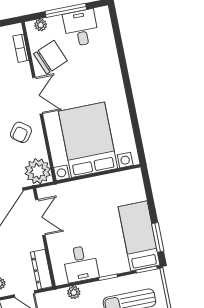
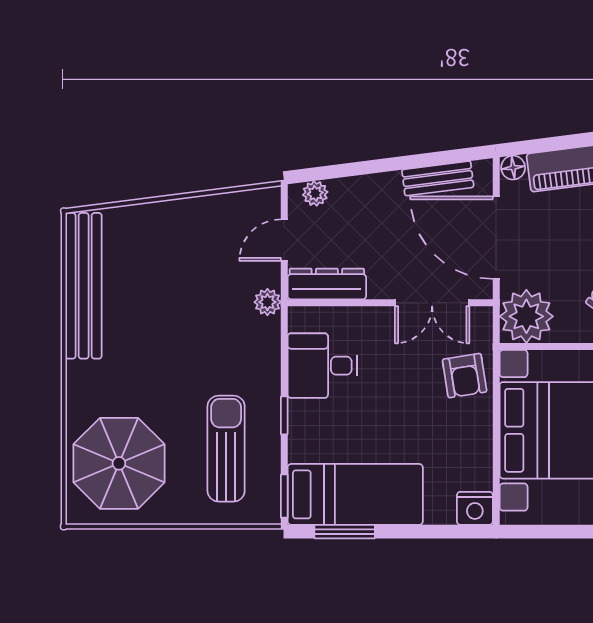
nightstand: (134, 177) -> (475, 508), added
armchair: (72, 195) -> (465, 376), added
plant: (74, 292) -> (267, 302), moved

